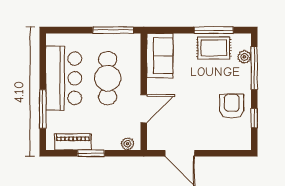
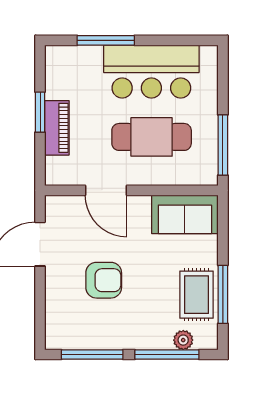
armchair: (232, 106) -> (104, 280), moved
window: (254, 118) -> (92, 355), width x2.17
piano: (73, 142) -> (57, 128), moved
plant: (127, 144) -> (54, 166), removed

